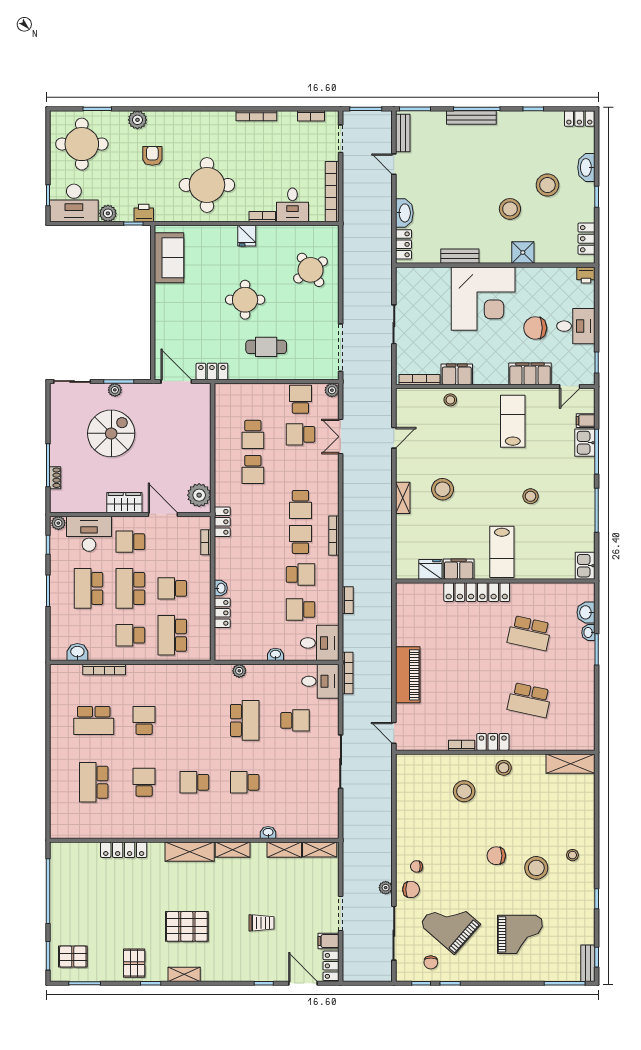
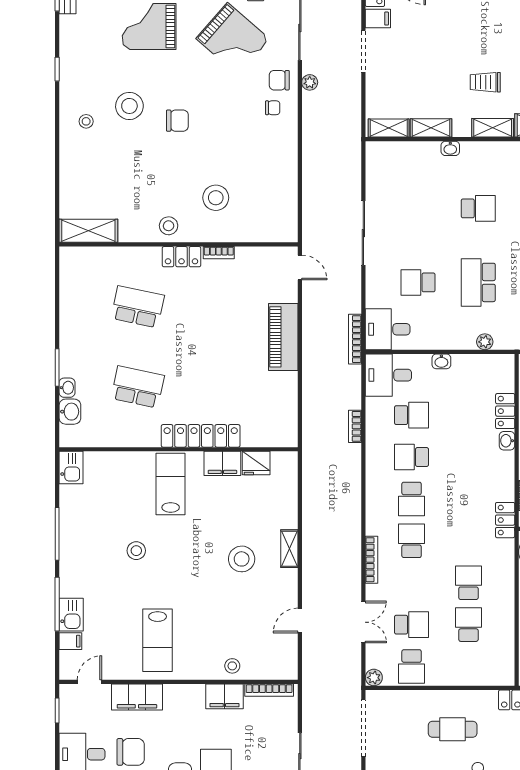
bookcase: (334, 536) -> (371, 560), moved
trolley: (262, 923) -> (485, 82), moved

